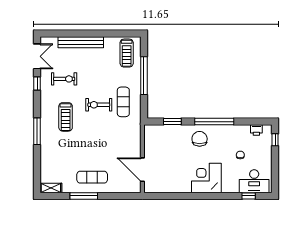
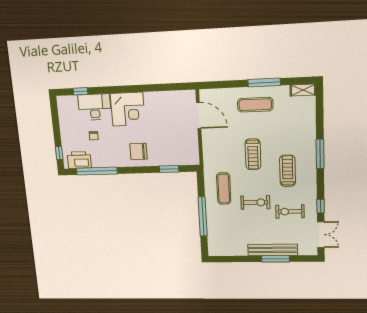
window: (78, 33) -> (275, 259), added
treadmill: (127, 53) -> (253, 154), moved, turned 180
double door: (37, 56) -> (321, 235), swing flipped
exercise bike: (99, 105) -> (255, 202), moved
window: (214, 122) -> (97, 171), moved
printer: (256, 130) -> (79, 160), width x1.87, depth x1.48
chair: (200, 139) -> (139, 151), turned 90
desk: (254, 181) -> (95, 107), moved

